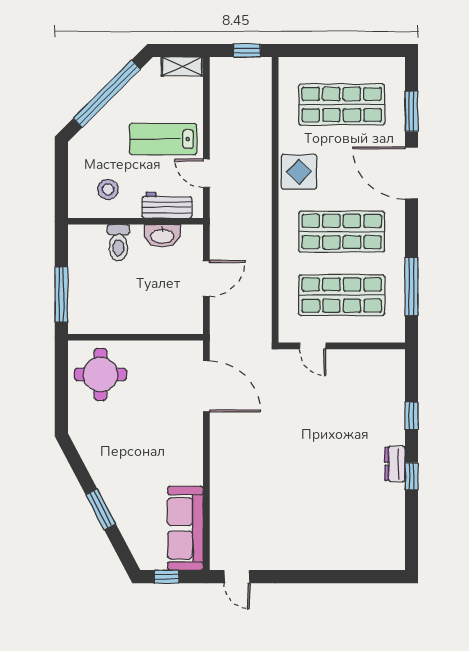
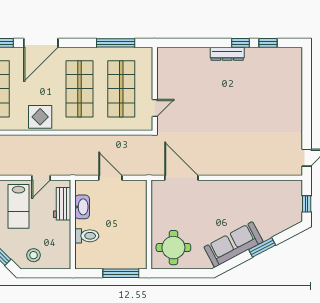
stool: (108, 189) -> (34, 255), moved
door: (206, 386) -> (181, 178), hinge flipped
window: (411, 416) -> (268, 43), moved
dresser: (395, 464) -> (227, 54), width x1.44
sofa: (185, 528) -> (233, 244), moved, turned 152

